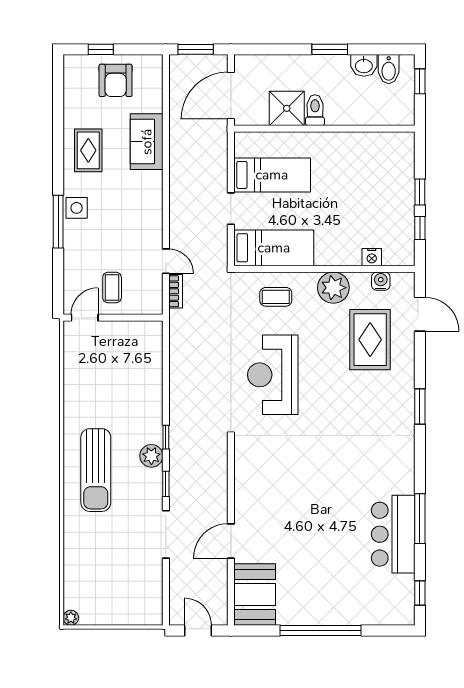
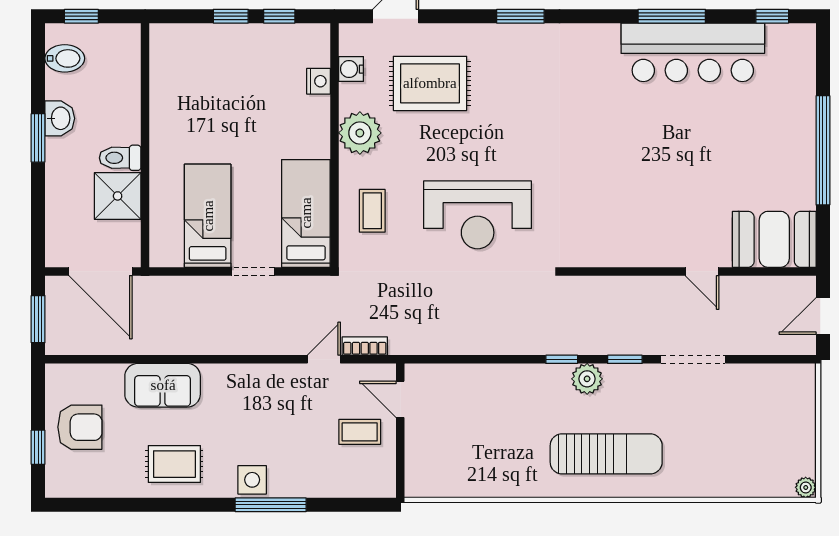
washbasin: (364, 65) -> (60, 118), moved
door: (85, 318) -> (400, 399), moved
bar counter: (393, 534) -> (693, 52), width x1.36
door: (231, 541) -> (702, 271), width x0.73

